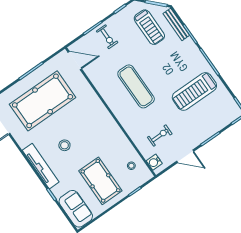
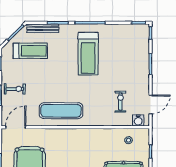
exercise mat: (136, 86) -> (61, 111), moved
treadmill: (194, 91) -> (88, 54), moved
door: (185, 156) -> (150, 104), moved

